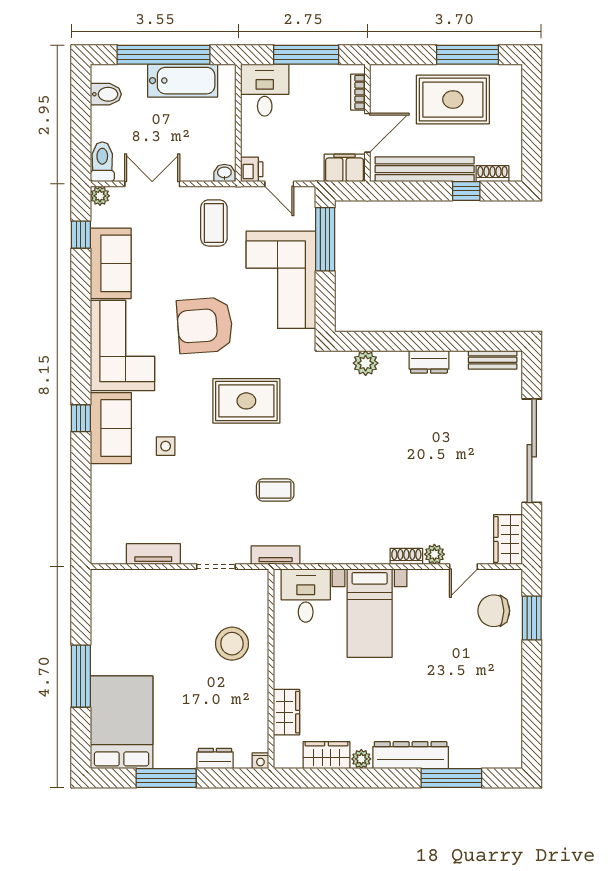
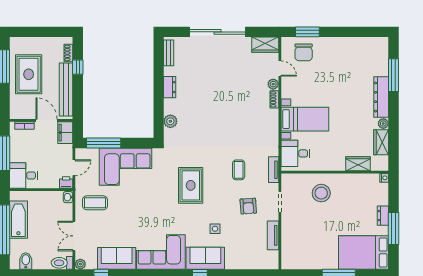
armchair: (205, 325) -> (248, 206), moved, width x0.53, depth x0.53
dresser: (215, 758) -> (383, 216), moved

